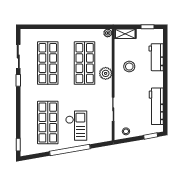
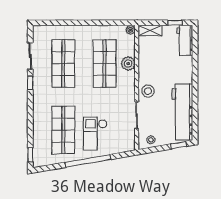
workbench: (156, 57) -> (185, 40), moved
stool: (129, 67) -> (148, 91), moved
plant: (106, 73) -> (128, 64), moved
workbench: (156, 106) -> (182, 112), width x1.36, depth x1.32
checkout: (76, 126) -> (95, 133), turned 180

